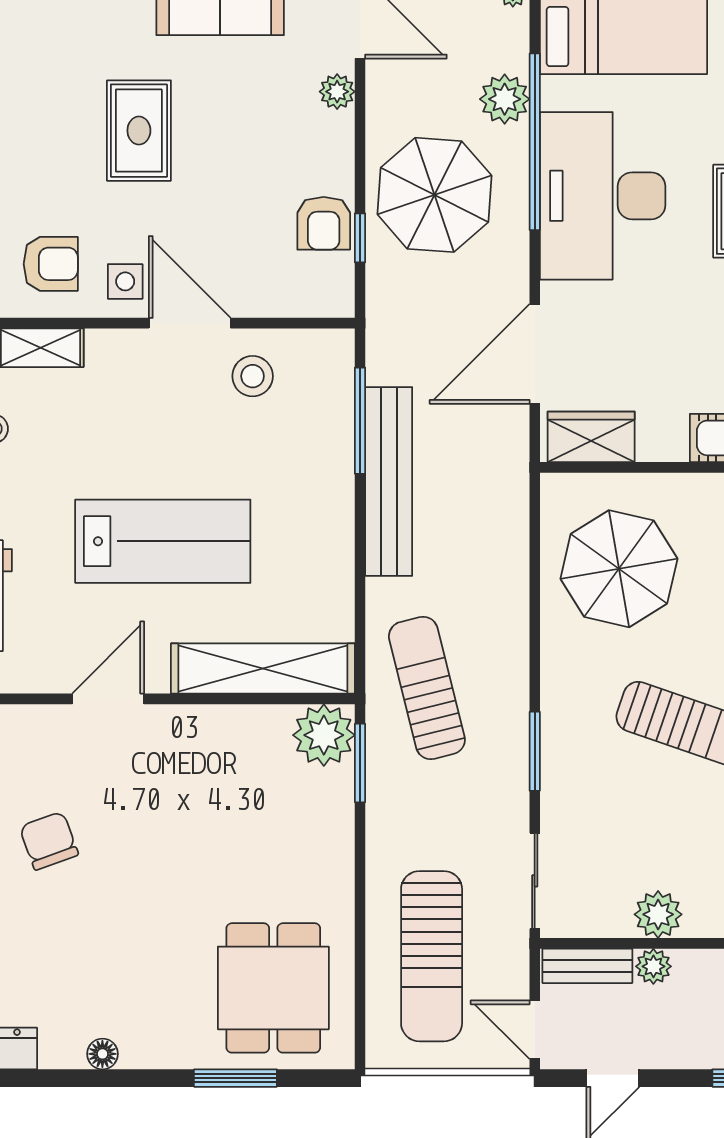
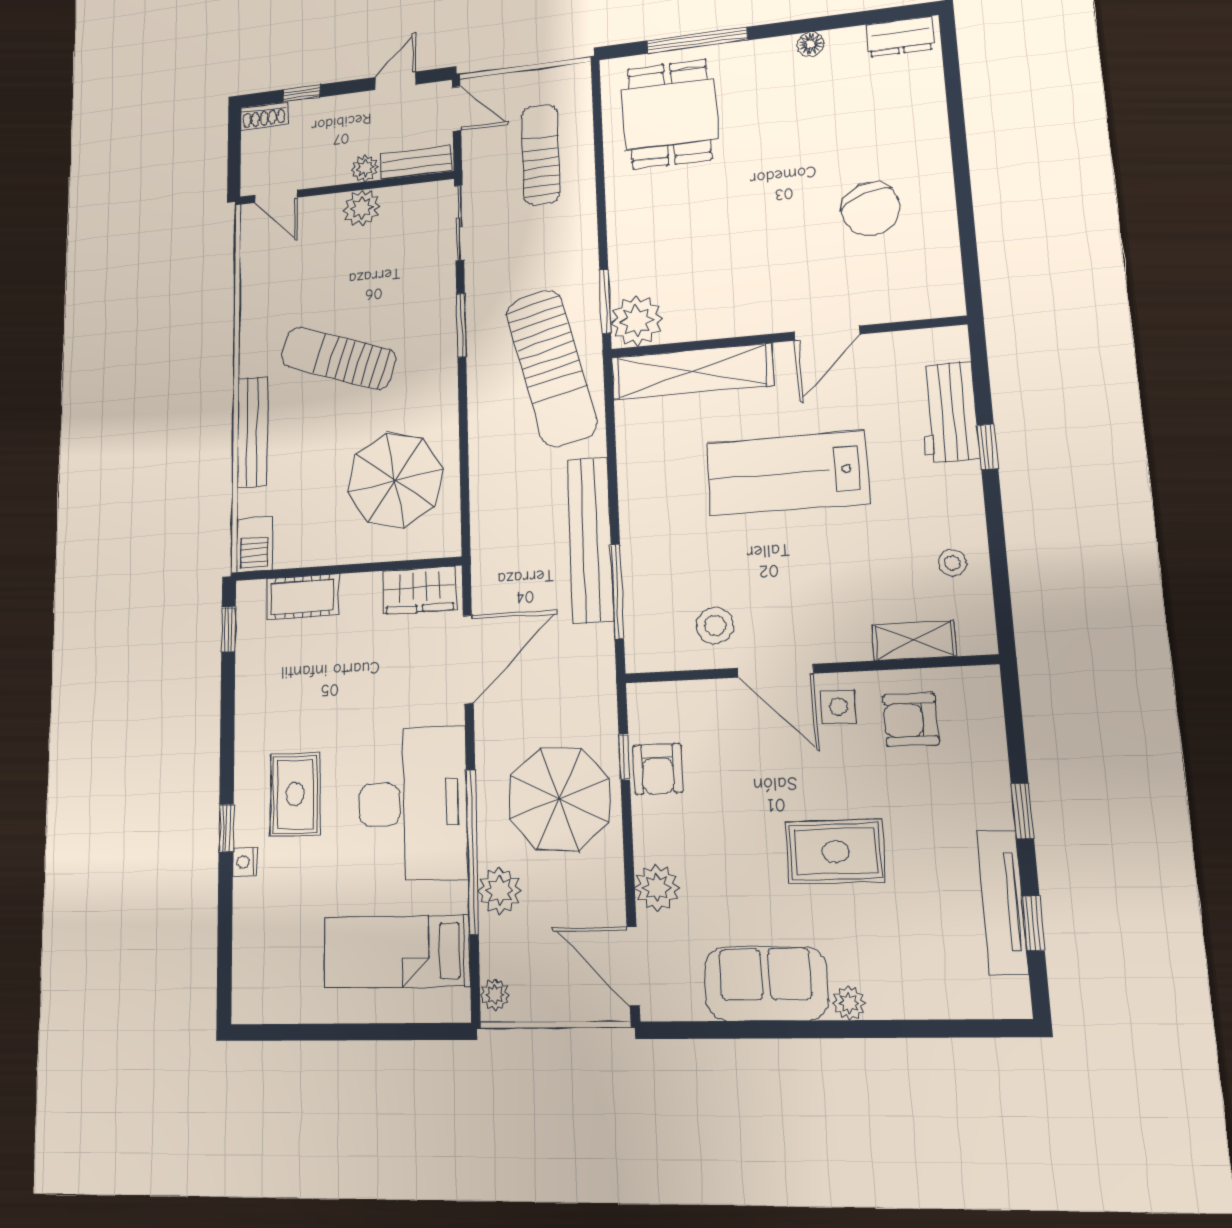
plant: (337, 92) -> (657, 888), width x1.38, depth x1.38
rug: (139, 131) -> (836, 852), turned 90
armchair: (324, 223) -> (658, 769), turned 180
sun lounger: (427, 688) -> (551, 368), width x1.36, depth x1.34
chair: (49, 841) -> (871, 209), width x1.37, depth x1.37
sun lounger: (432, 956) -> (540, 155), width x0.73, depth x0.75
window: (235, 1078) -> (697, 40), width x1.44

